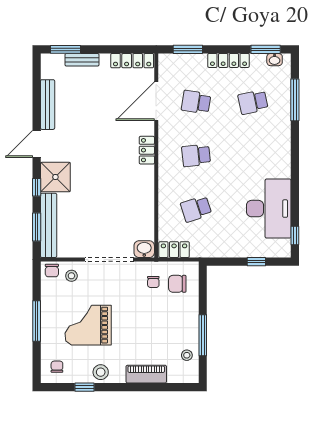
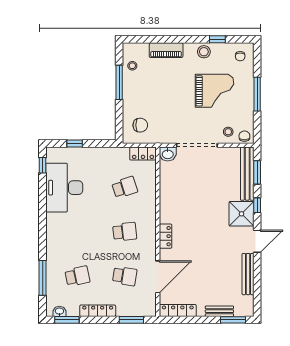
chair: (153, 282) -> (160, 127), removed

